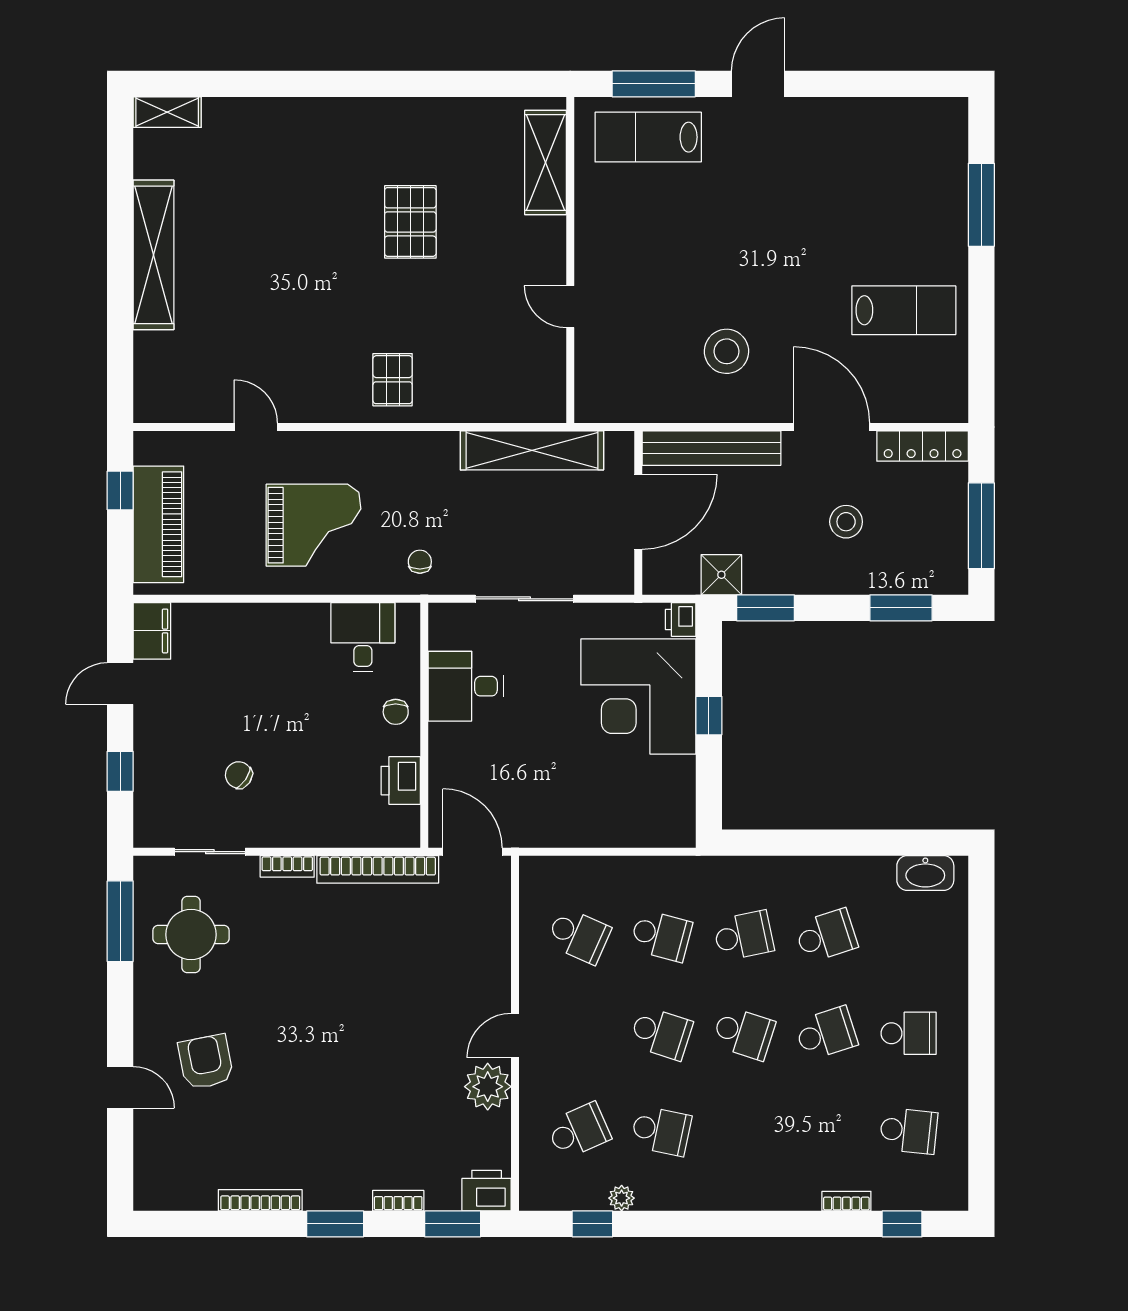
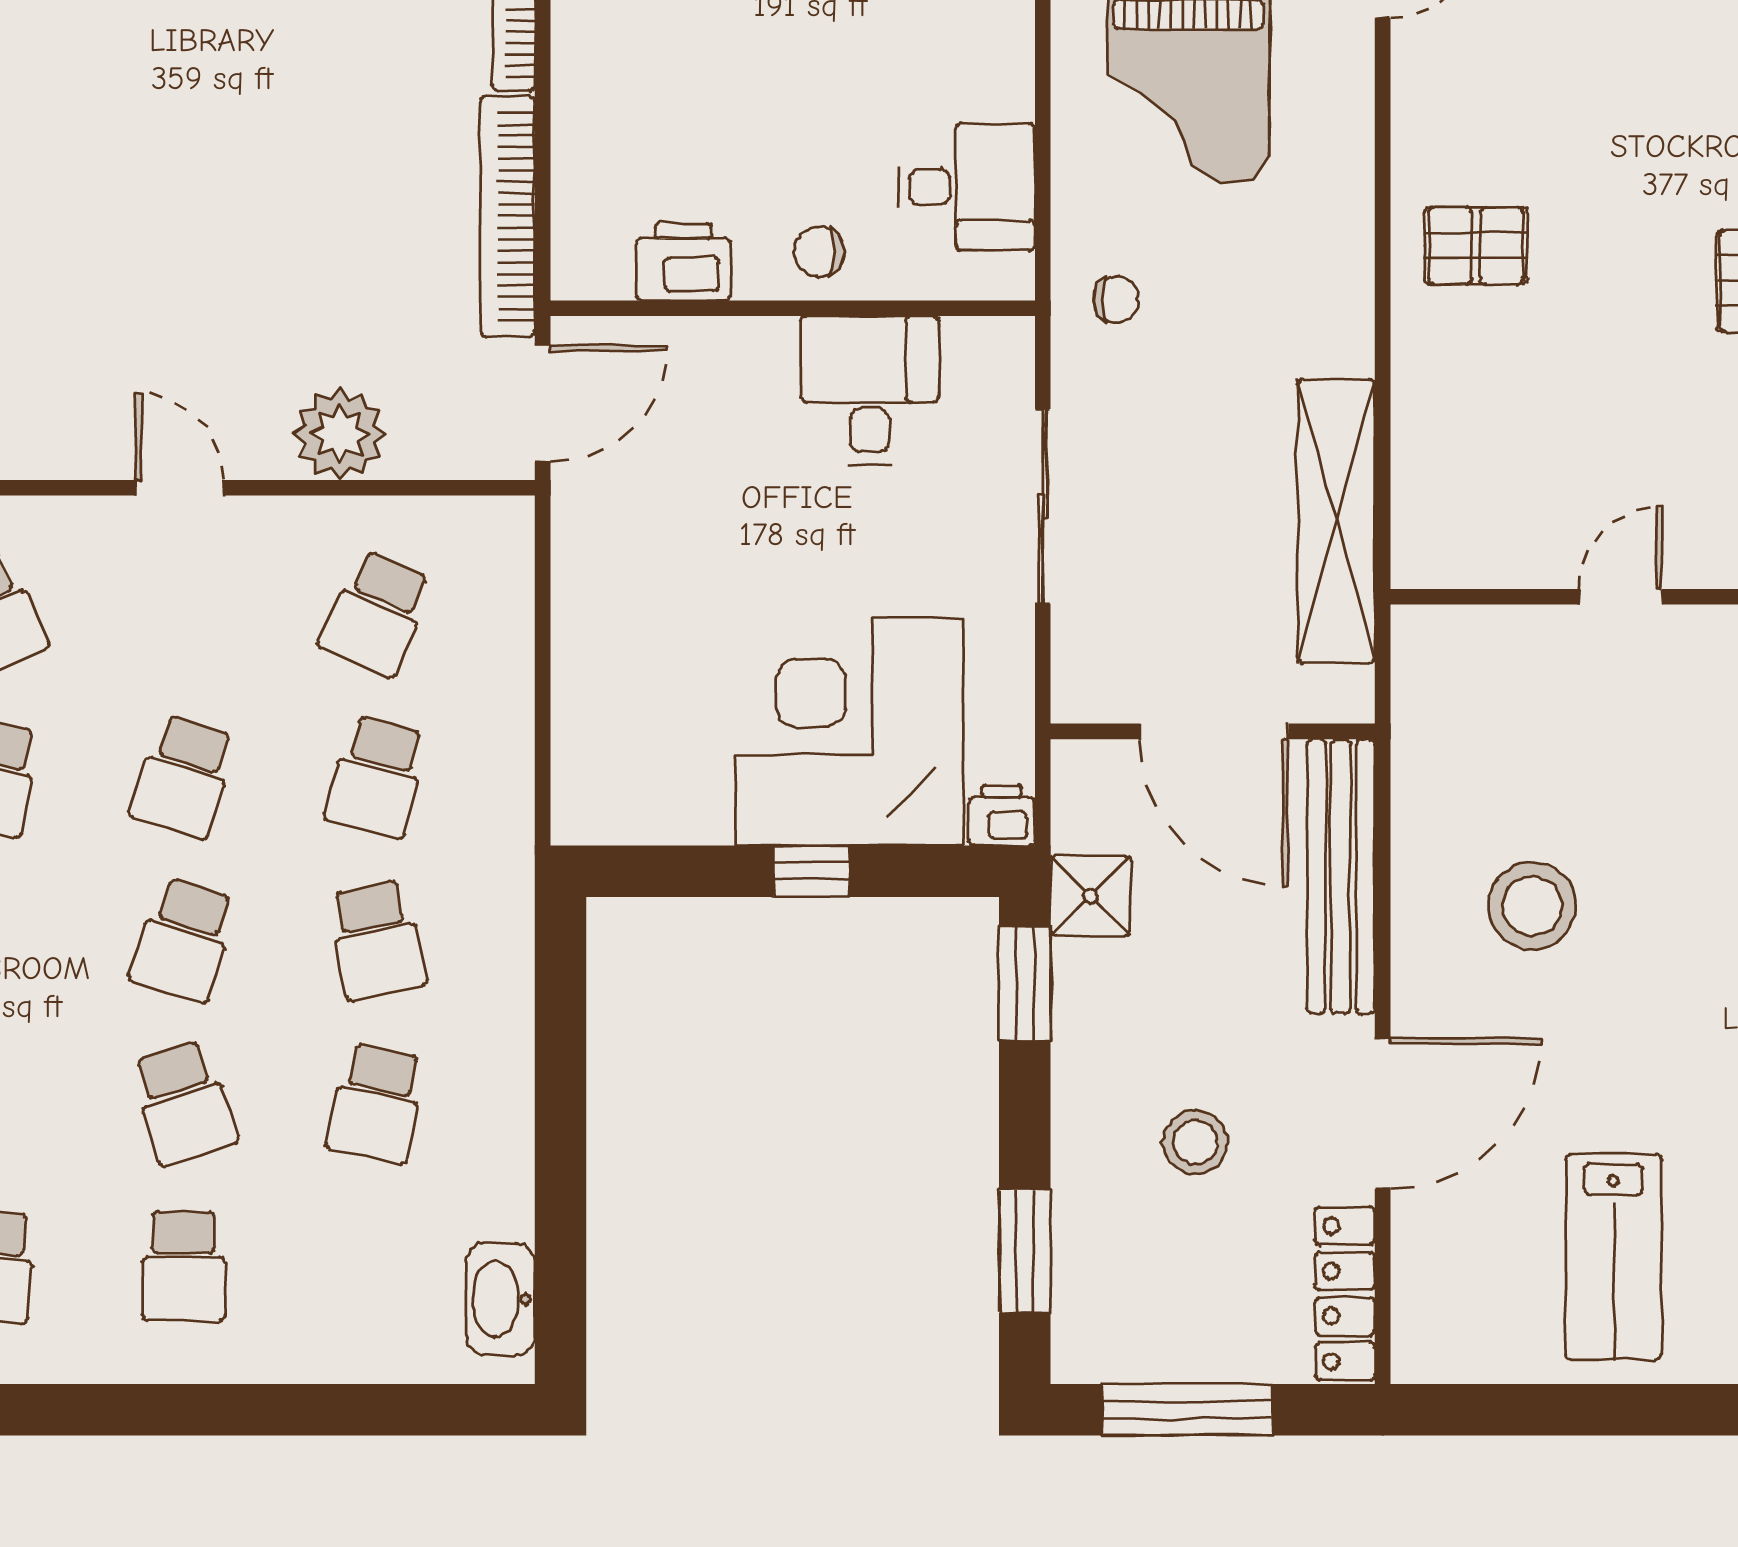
school desk: (826, 936) -> (377, 1103), turned 30
plant: (488, 1087) -> (340, 434), moved

